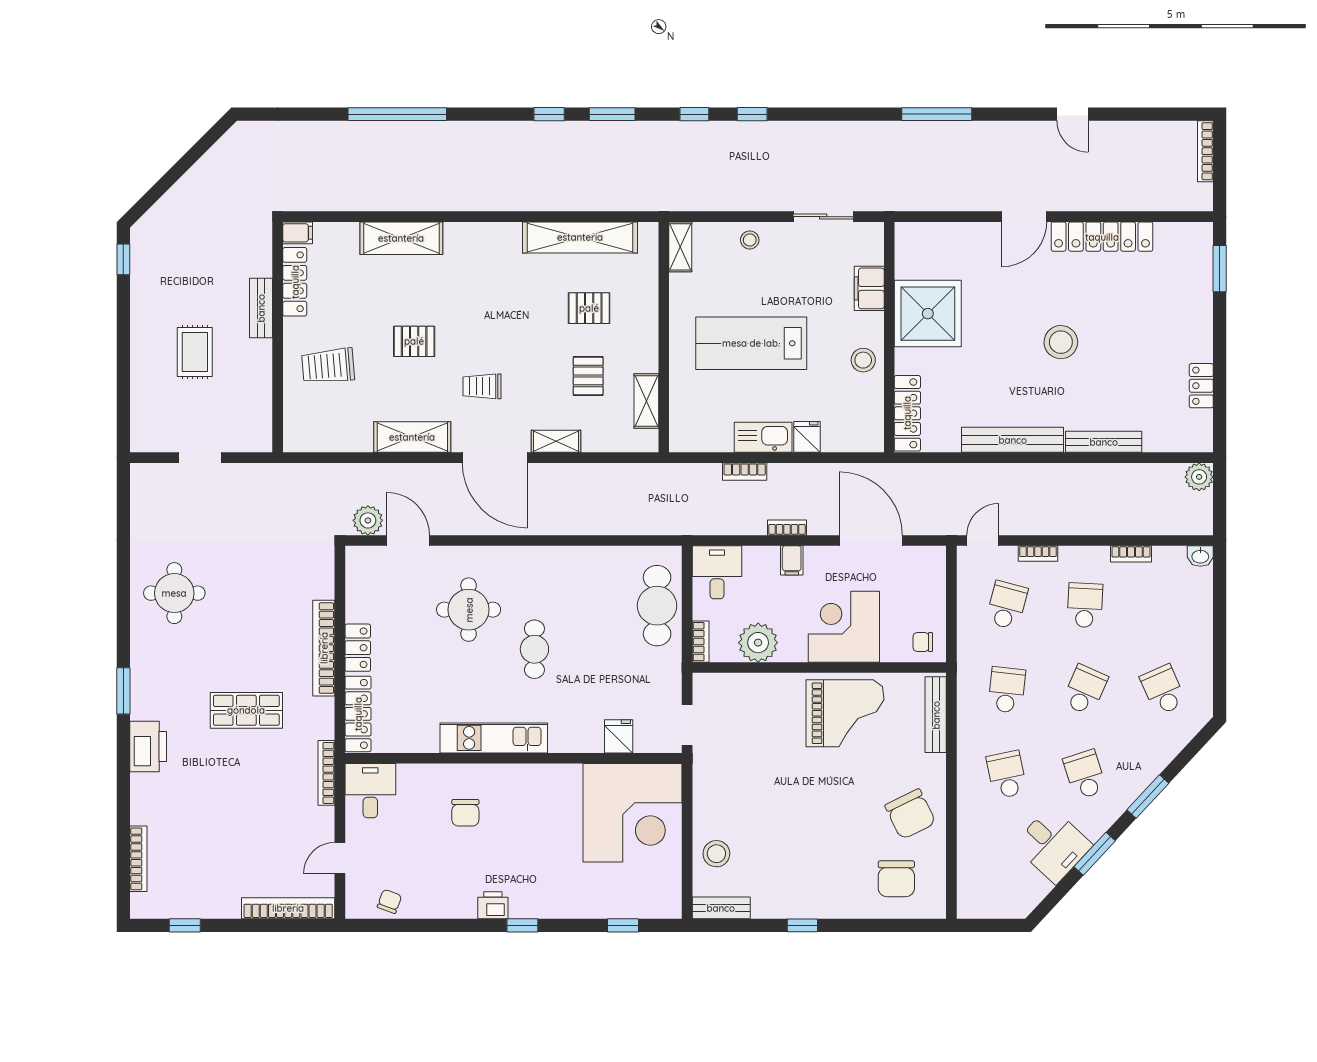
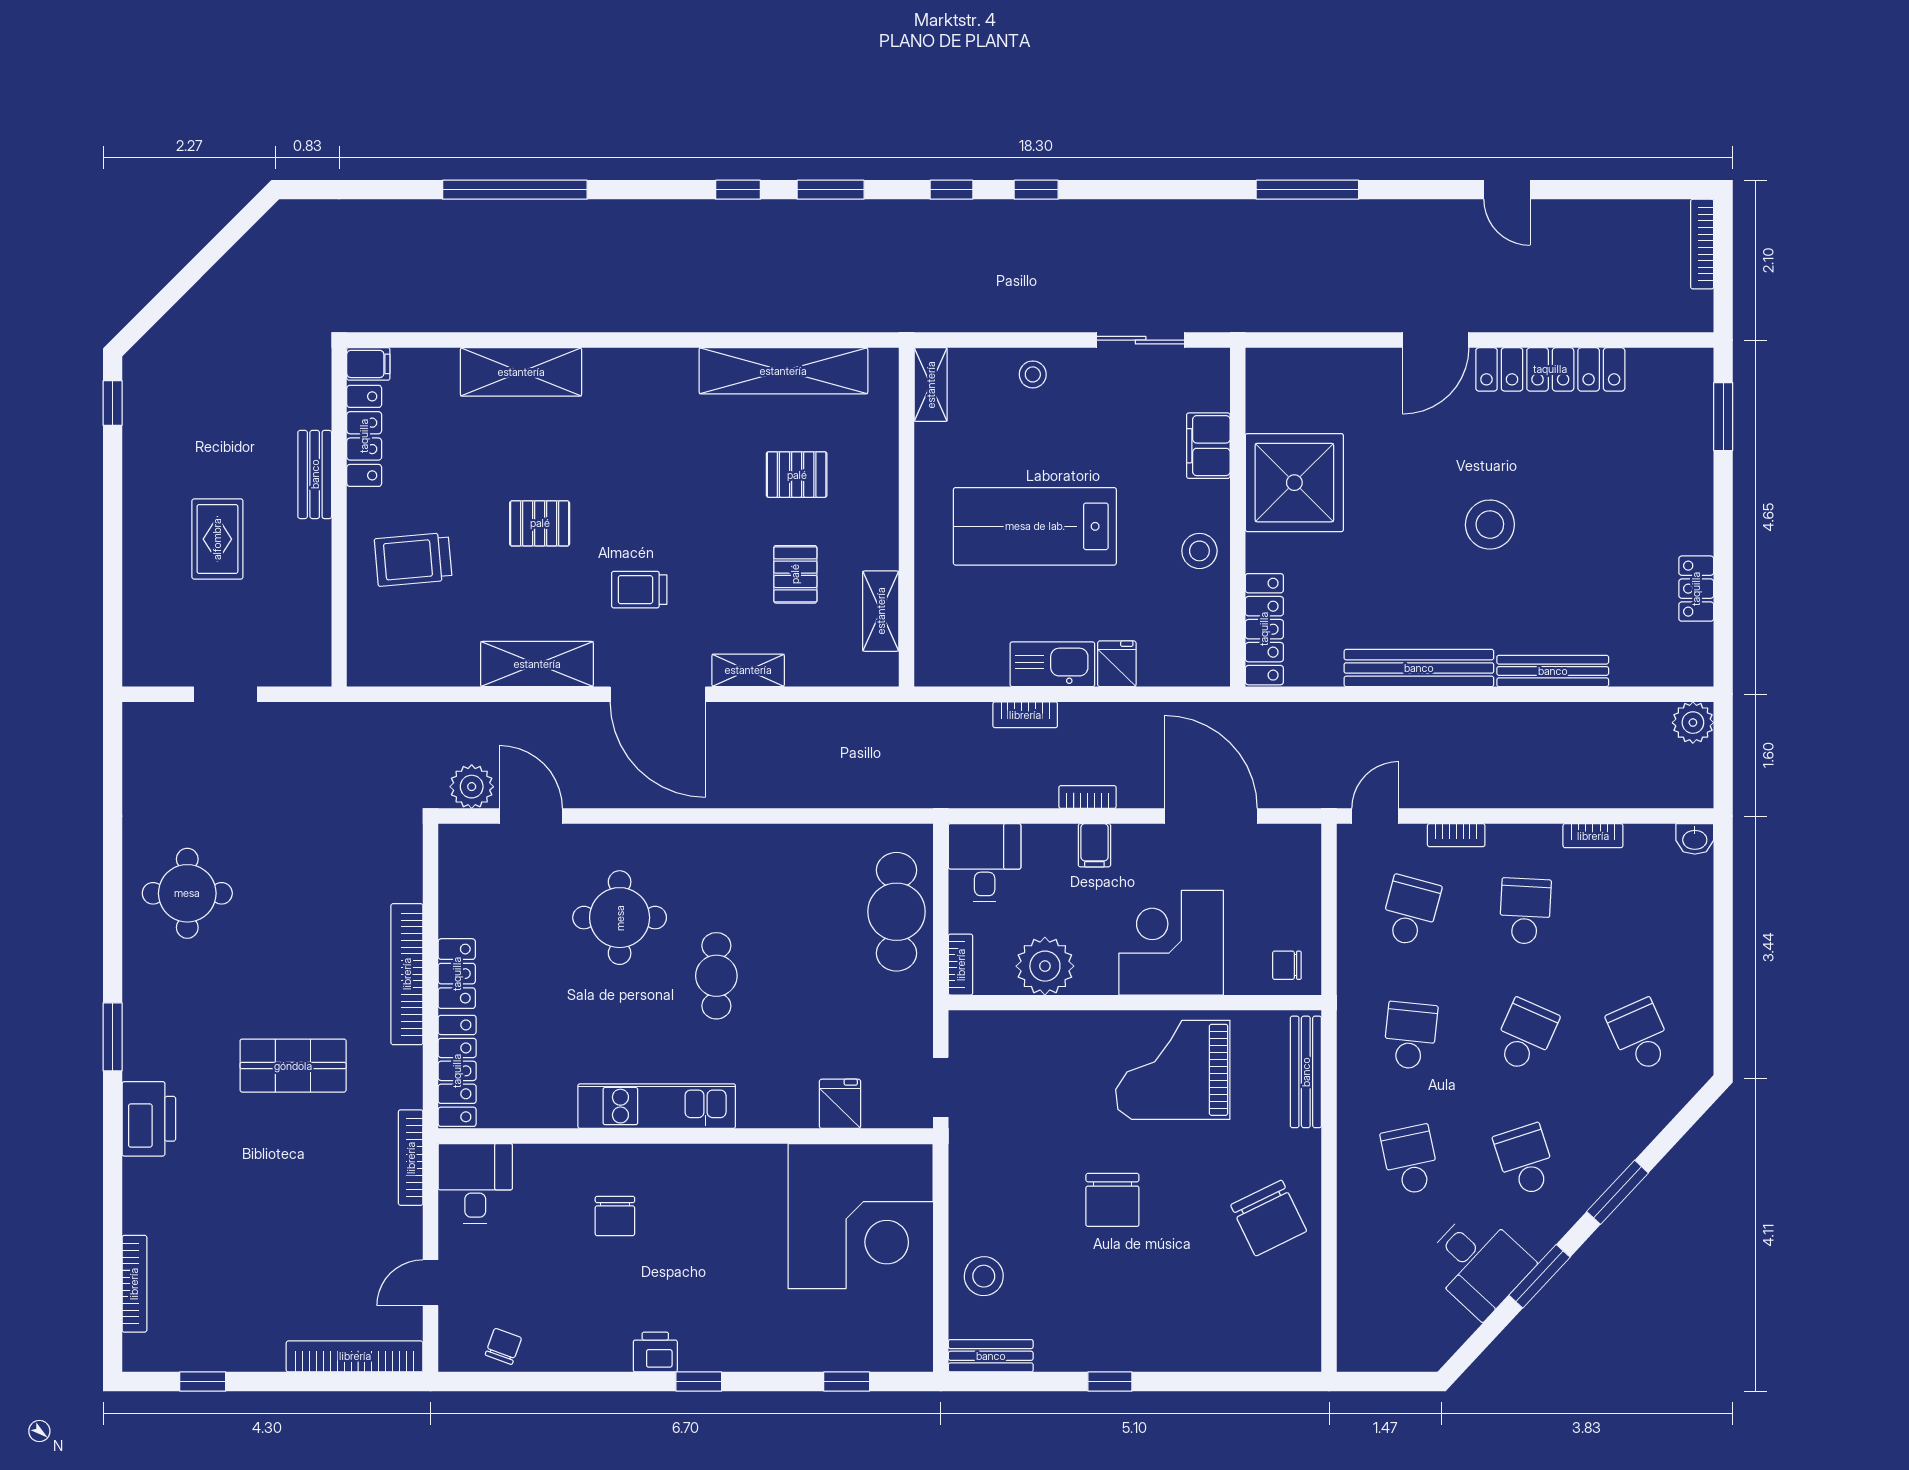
grand piano: (845, 713) -> (1173, 1070), turned 180
chair: (896, 879) -> (1112, 1200), moved

